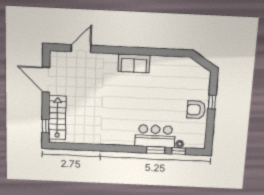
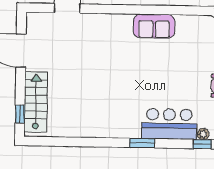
sofa: (134, 63) -> (154, 26), moved
window: (156, 150) -> (142, 143), moved

